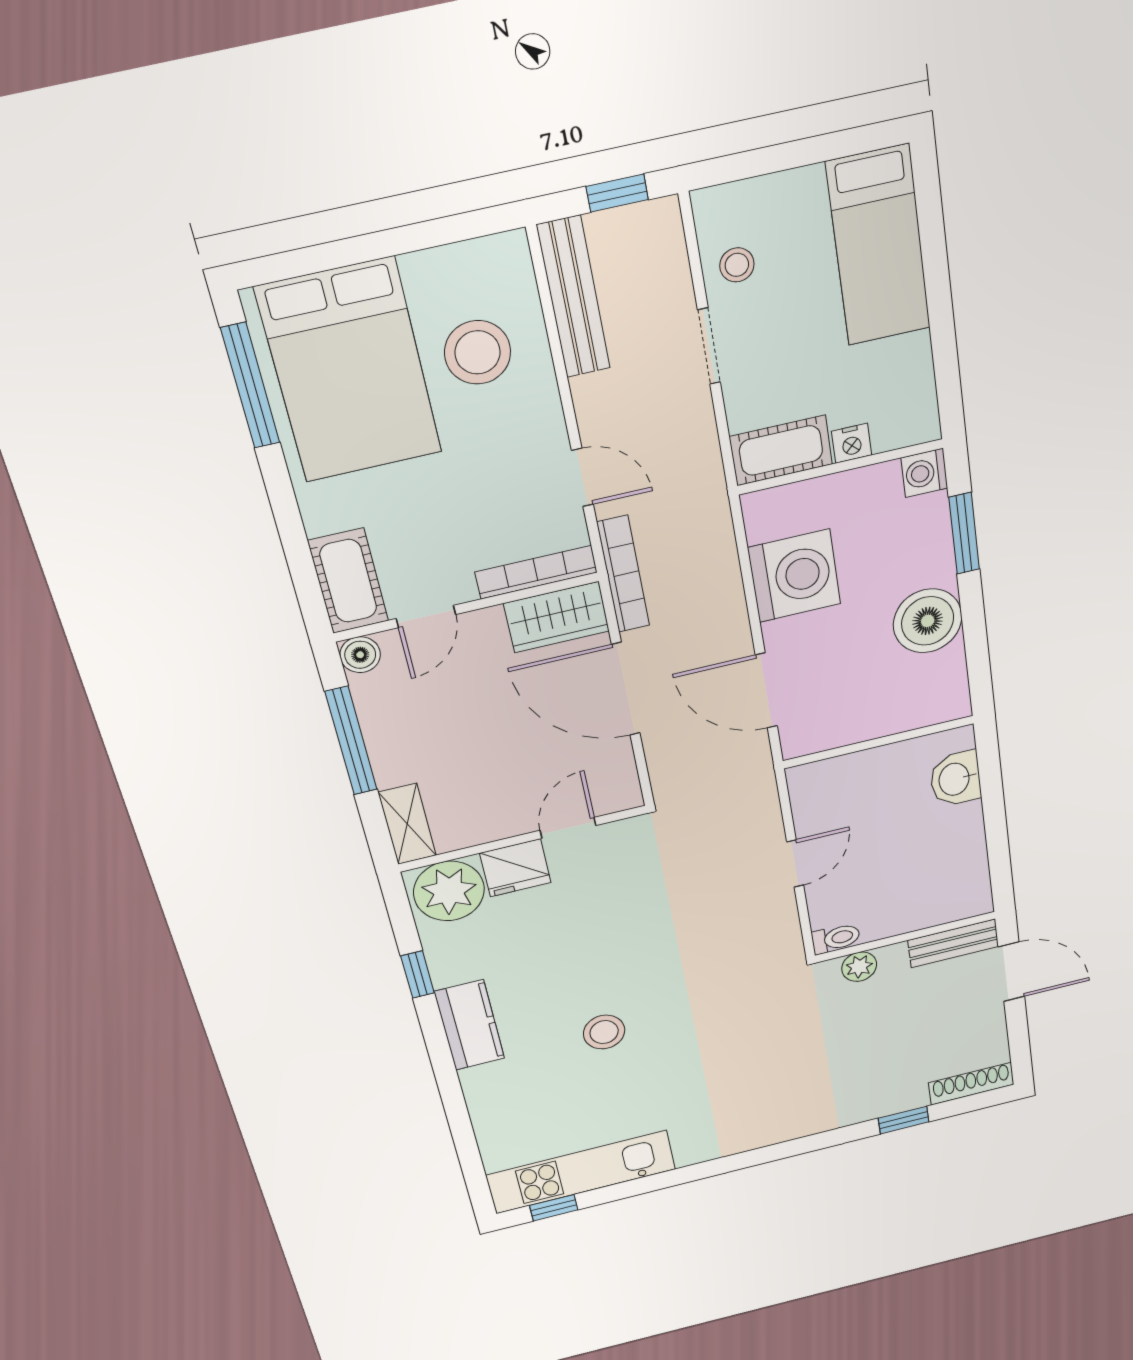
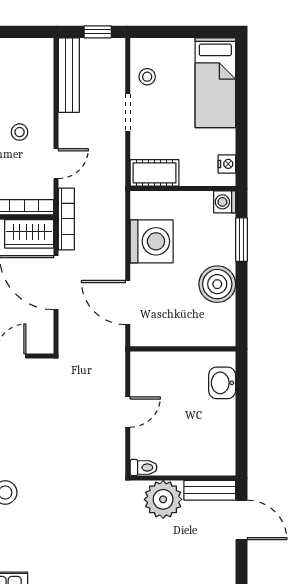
stool: (478, 352) -> (20, 132), moved, width x0.53, depth x0.53
nightstand: (852, 443) -> (227, 164), moved, turned -90
door: (582, 477) -> (56, 164), hinge flipped
plant: (859, 967) -> (163, 499), width x1.88, depth x1.88

